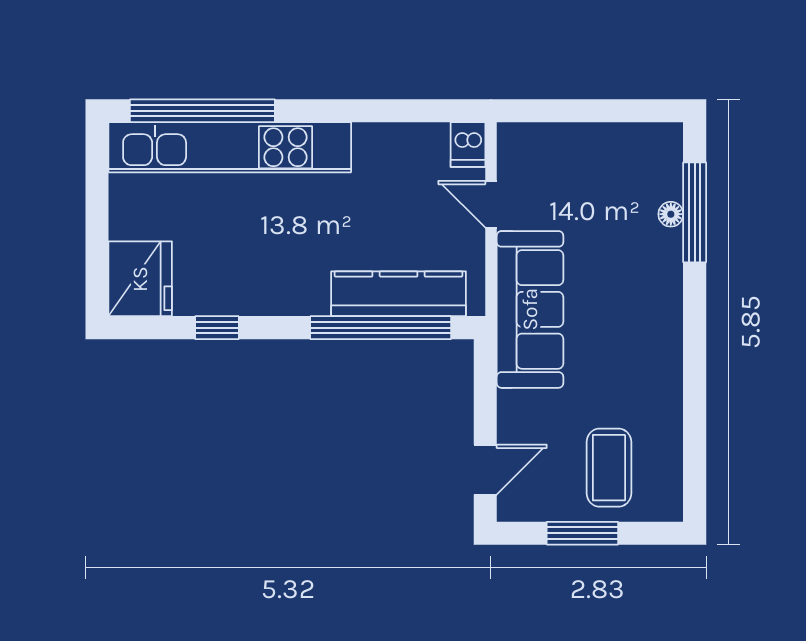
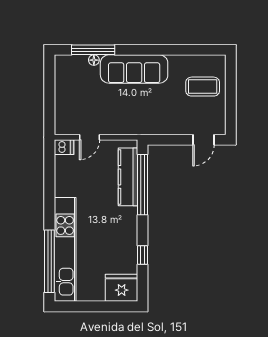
sofa: (530, 309) -> (134, 69), moved, turned 180
door: (485, 470) -> (203, 140), swing flipped
window: (582, 533) -> (231, 98), removed

